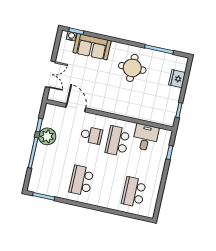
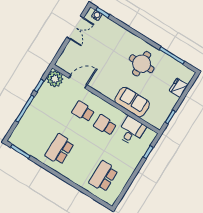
sofa: (92, 47) -> (132, 102), moved, turned 180
double door: (50, 74) -> (75, 27), moved
door: (76, 108) -> (78, 82), hinge flipped
school desk: (91, 135) -> (83, 111), turned 180
plant: (47, 136) -> (55, 79), moved
school desk: (118, 141) -> (105, 125), width x0.54

